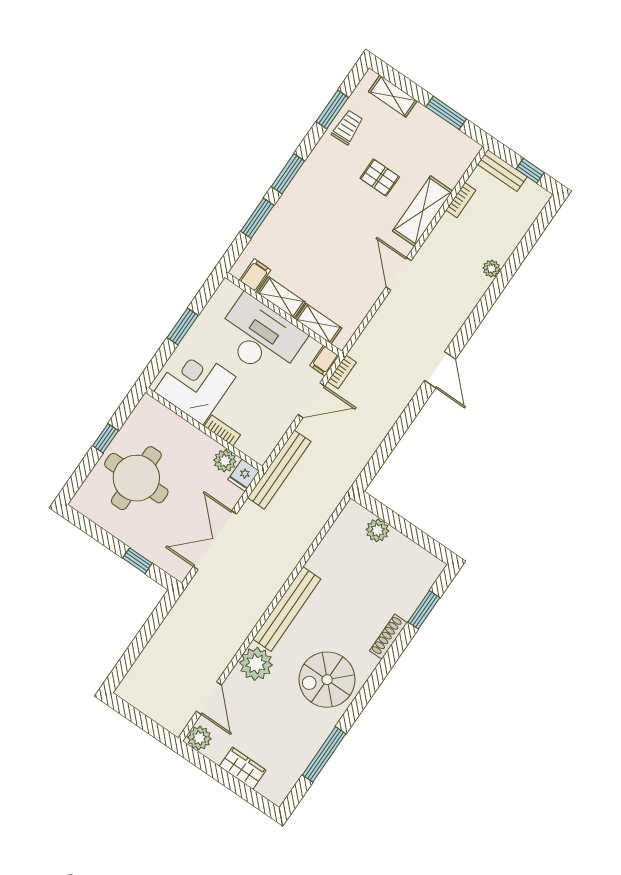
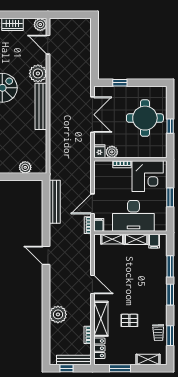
locker: (457, 166) -> (99, 348), added
bench: (502, 170) -> (74, 360), width x1.36
plant: (491, 269) -> (58, 314), width x1.88, depth x1.88
bench: (279, 470) -> (55, 202), moved

